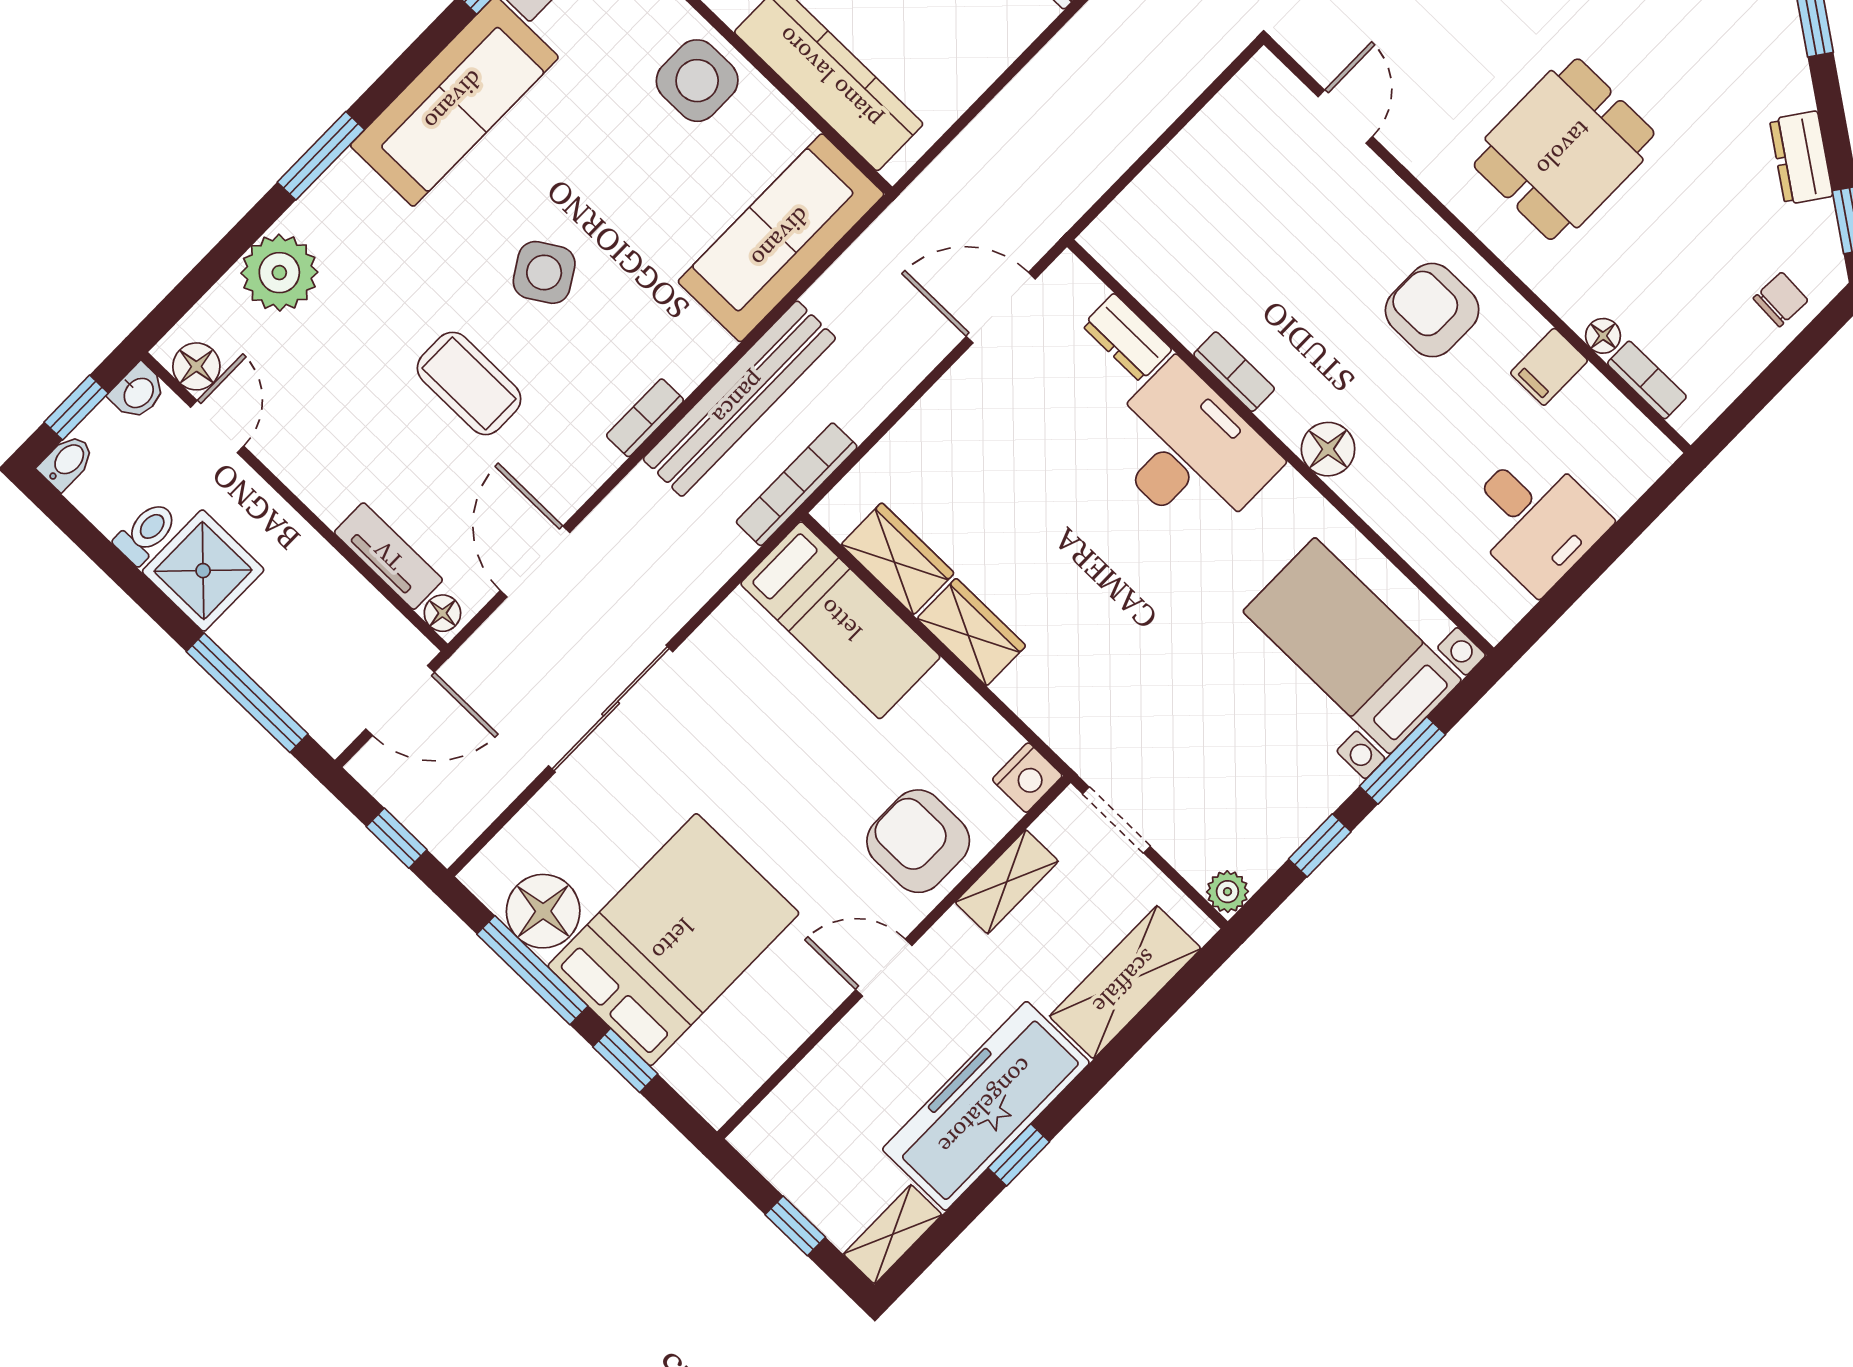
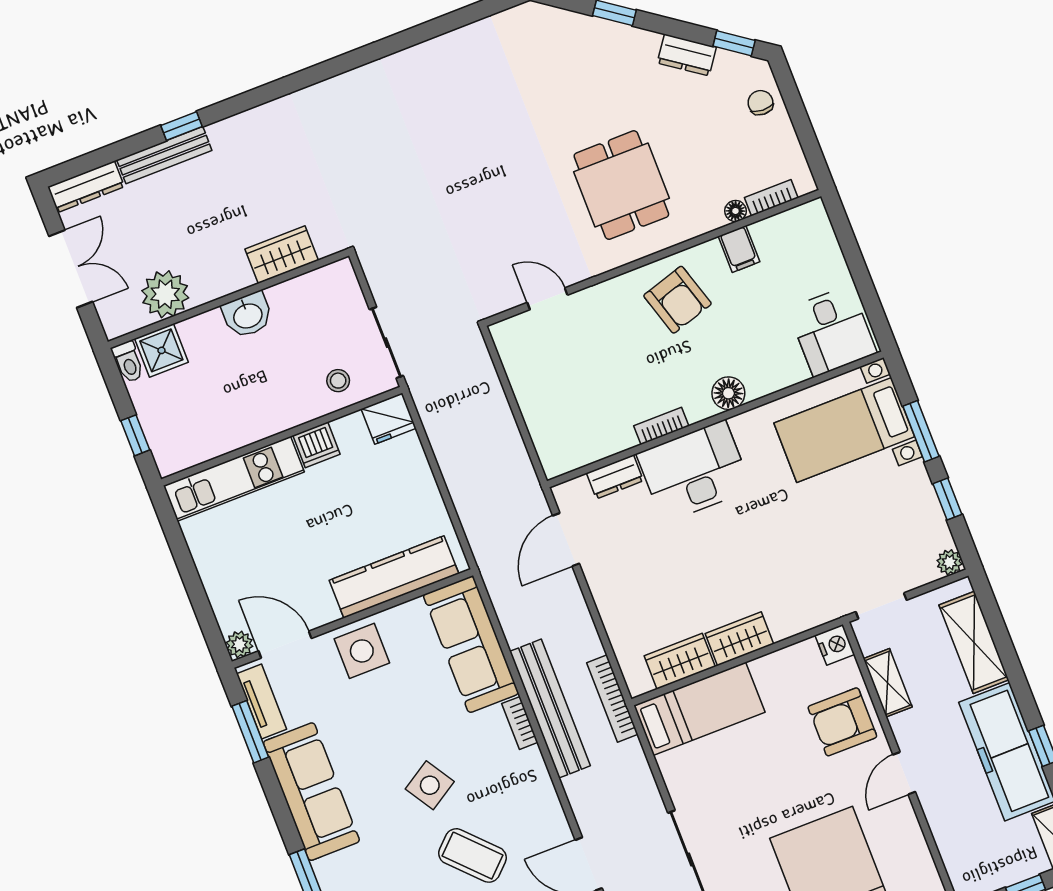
armchair: (1432, 310) -> (677, 300), turned -107
coffee table: (469, 383) -> (472, 855), turned 46
bookcase: (645, 418) -> (520, 723), moved
desk: (1535, 519) -> (832, 331), moved, turned 90

